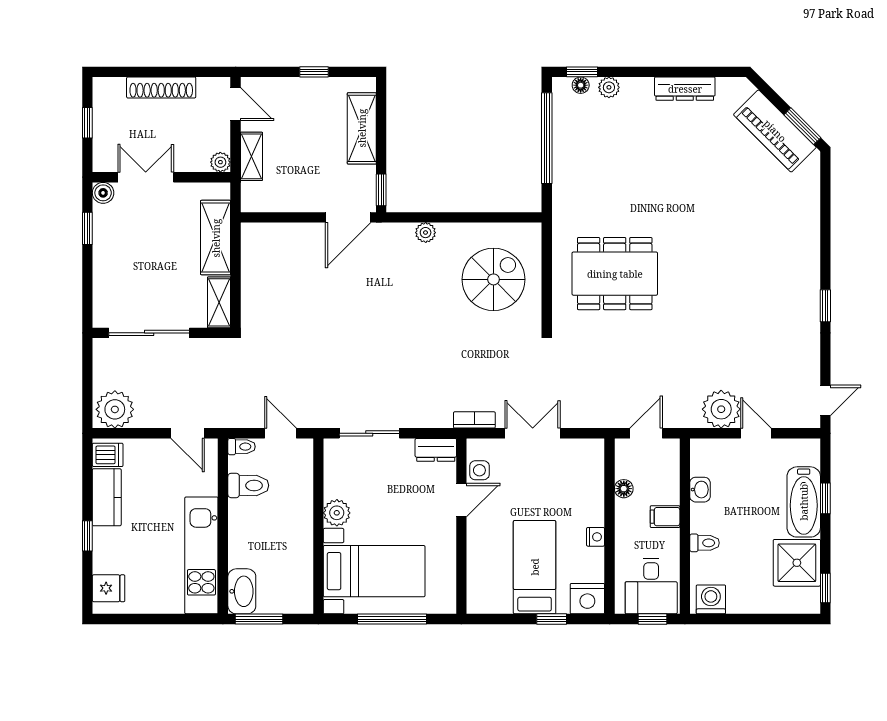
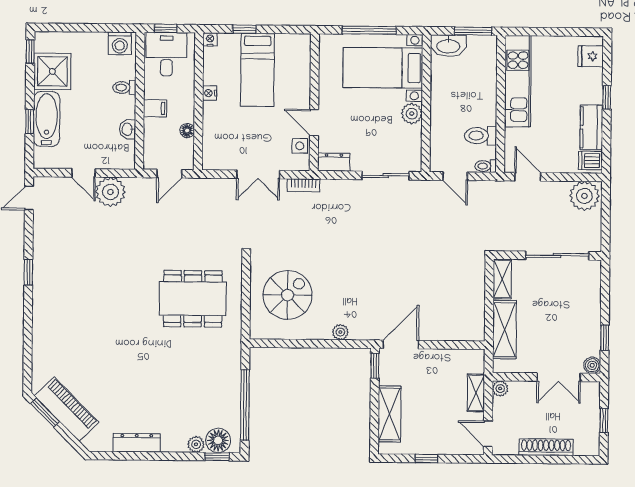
floor lamp: (581, 85) -> (218, 440), width x1.89, depth x1.89
spiral stairs: (494, 279) -> (288, 295), turned 180
door: (461, 500) -> (314, 123), hinge flipped
washbasin: (242, 591) -> (448, 46), moved, turned -90
nightstand: (587, 599) -> (210, 39), width x0.53, depth x0.56

